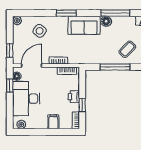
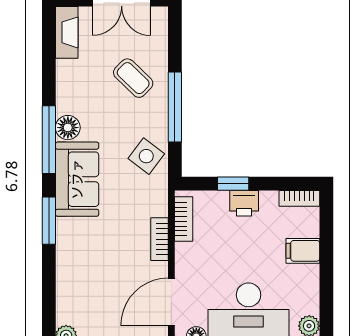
window: (115, 13) -> (49, 140), moved
side table: (40, 31) -> (146, 156), moved
door: (32, 66) -> (171, 302), hinge flipped
window: (82, 105) -> (233, 184), moved

